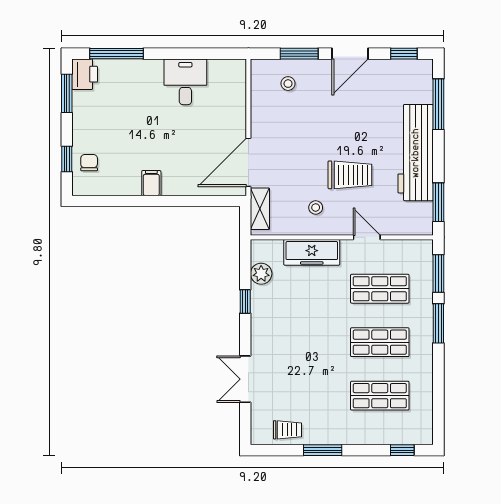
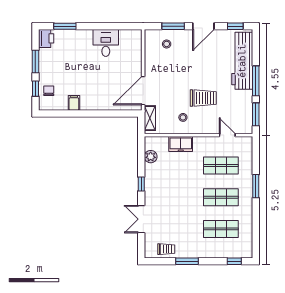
window: (116, 54) -> (65, 26), width x0.69
window: (67, 93) -> (35, 62), moved
window: (438, 104) -> (256, 81), moved
workbench: (416, 153) -> (242, 61), moved
filing cabinet: (151, 183) -> (74, 103), moved
door: (367, 237) -> (227, 135), moved
freezer: (312, 252) -> (181, 144), width x0.71
window: (438, 274) -> (256, 157), removed
window: (245, 301) -> (141, 184), moved

